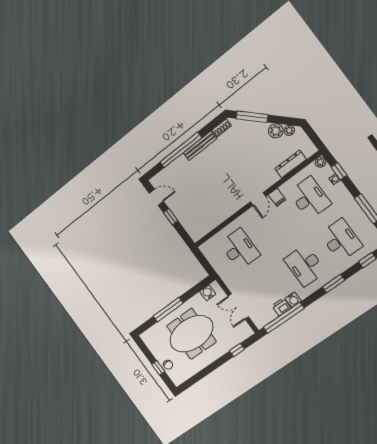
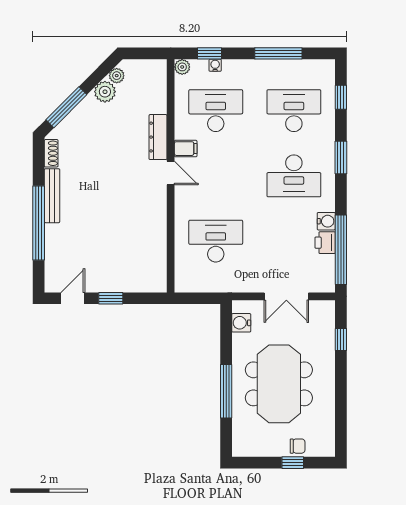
dresser: (291, 164) -> (158, 137), moved

